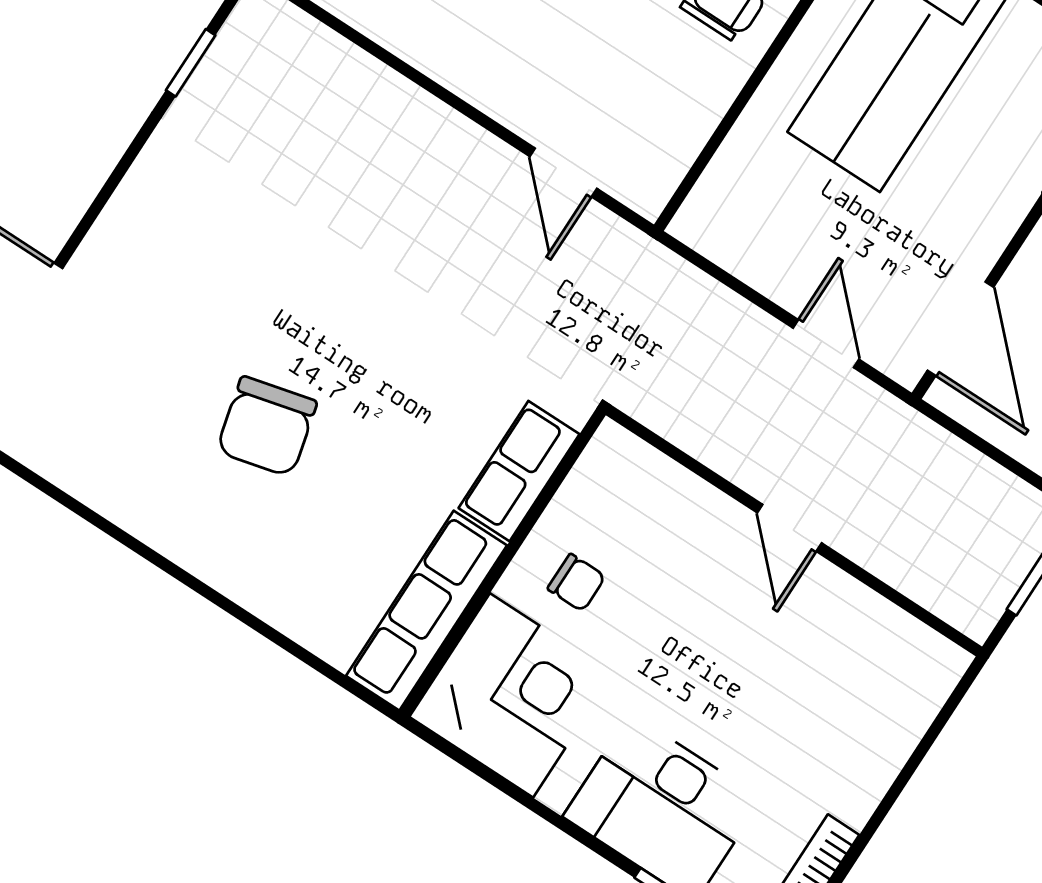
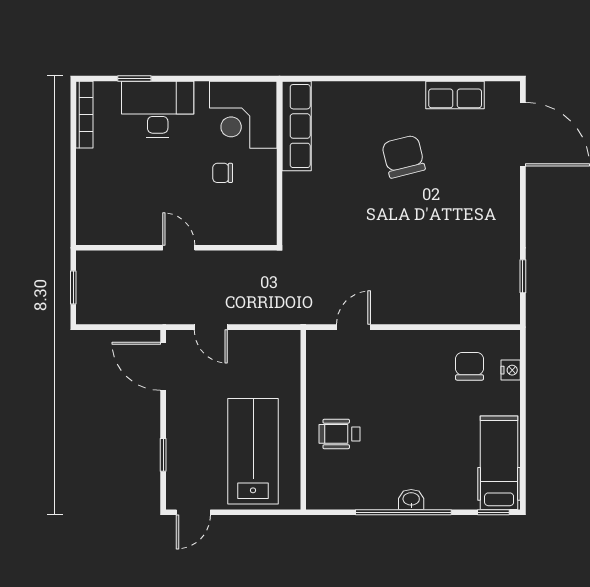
door: (563, 172) -> (353, 327), hinge flipped
row of seats: (519, 471) -> (455, 95), moved, turned 90
chair: (576, 583) -> (223, 173), moved

